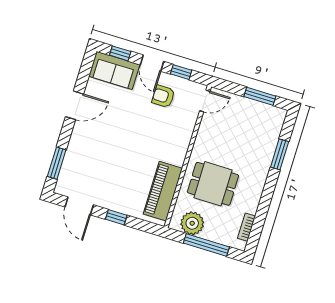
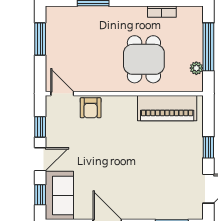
armchair: (163, 96) -> (91, 108), moved
plant: (192, 223) -> (196, 68), width x0.53, depth x0.53
bookcase: (246, 227) -> (162, 12), moved

